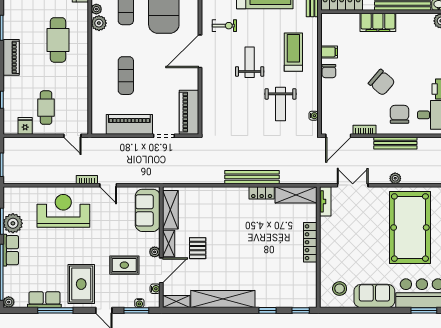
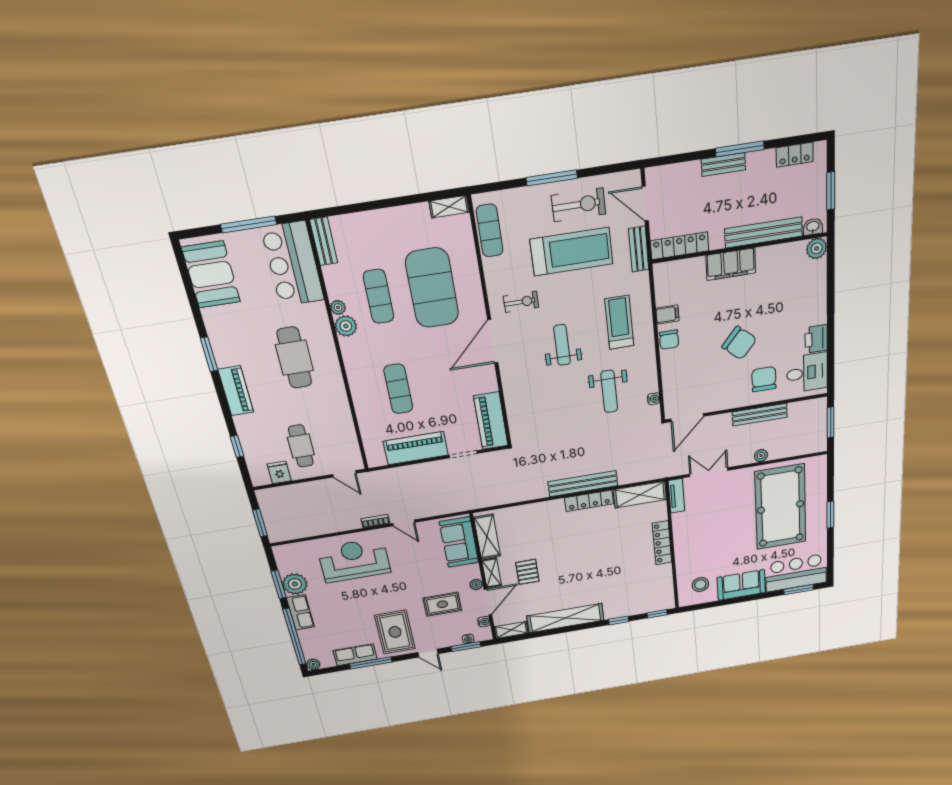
bookcase: (364, 130) -> (720, 405), removed
locker: (262, 193) -> (589, 501), width x1.53

